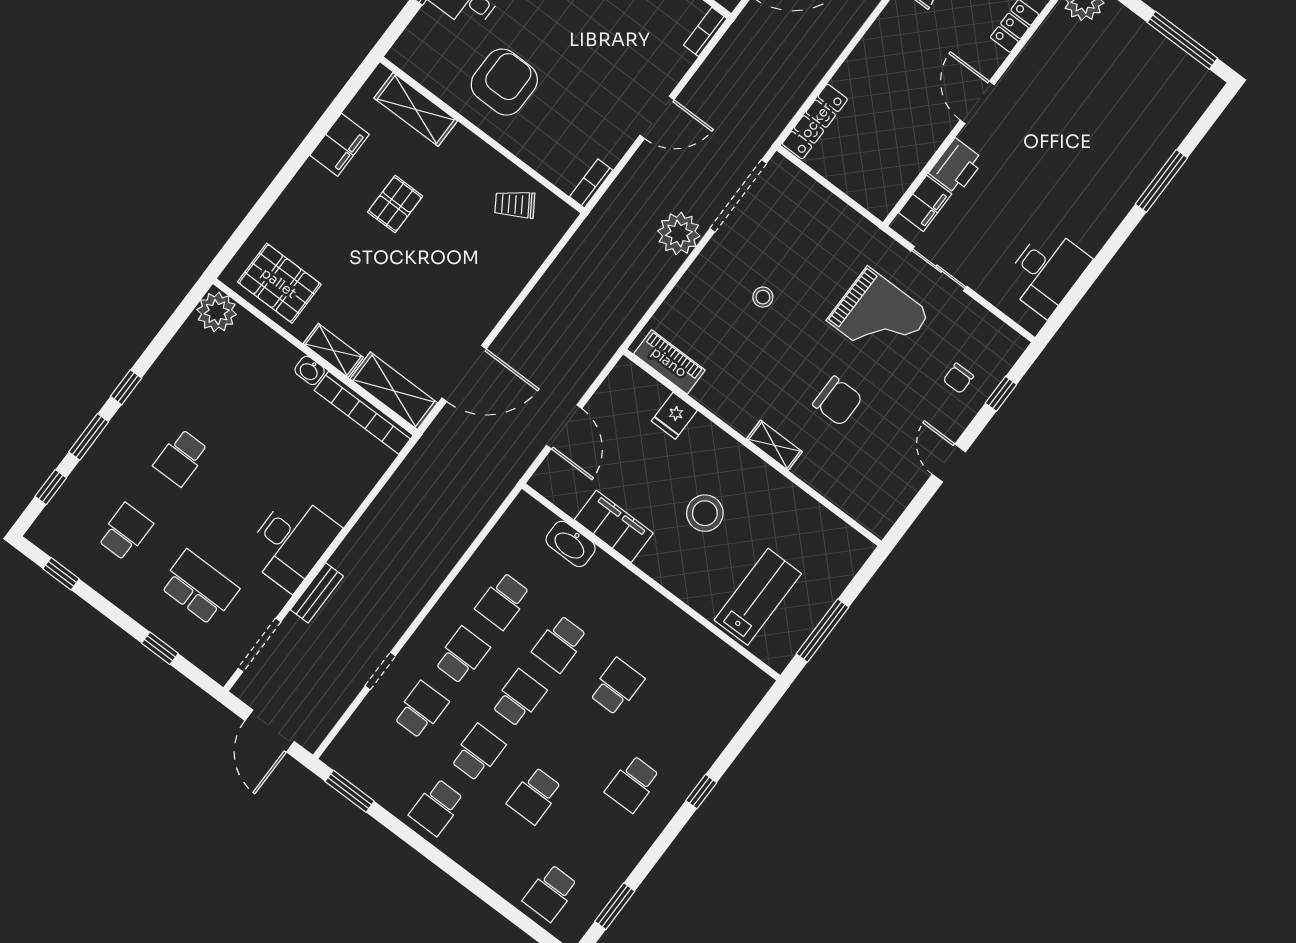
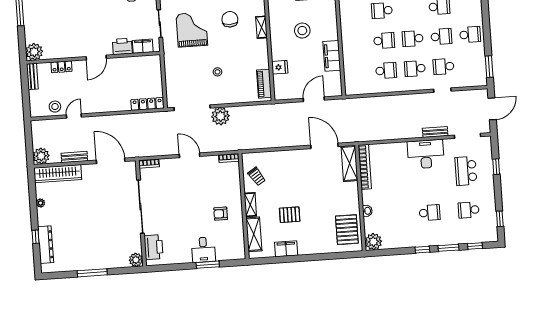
armchair: (504, 82) -> (221, 214), width x0.53, depth x0.53
shelving: (333, 350) -> (250, 205), moved
washbasin: (310, 370) -> (367, 211), moved
washbasin: (571, 544) -> (349, 65), removed
school desk: (478, 753) -> (441, 37), turned 180

